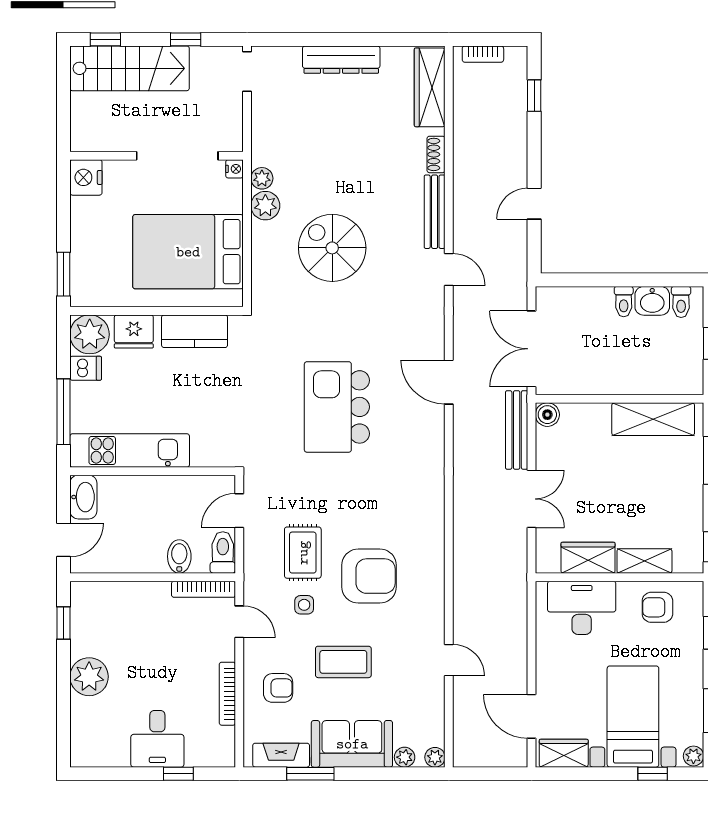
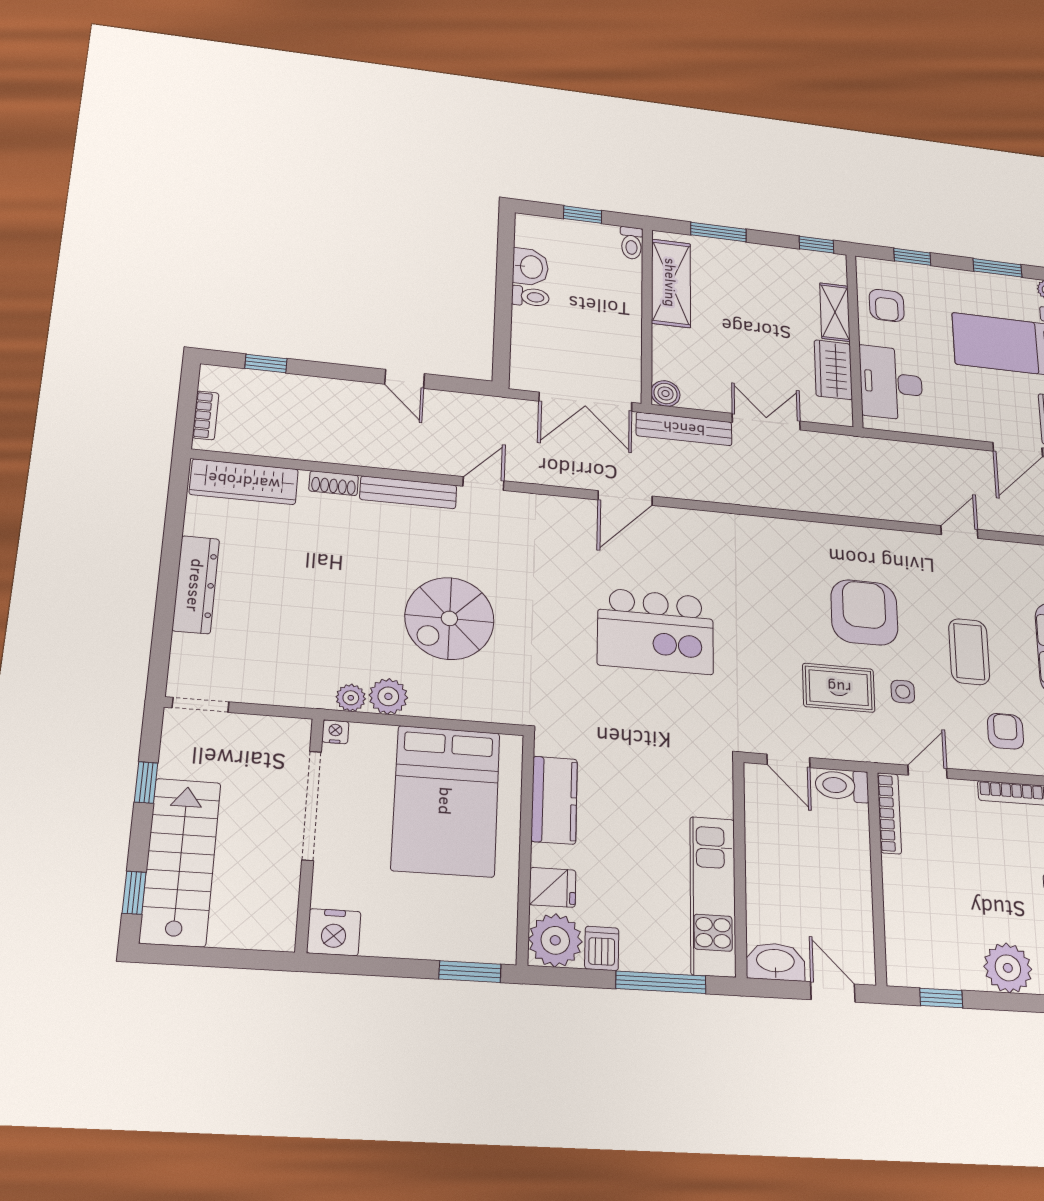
toilet: (681, 302) -> (631, 243), moved, turned 90
fridge: (134, 331) -> (553, 887), width x0.72
bidet: (179, 556) -> (849, 841), removed

